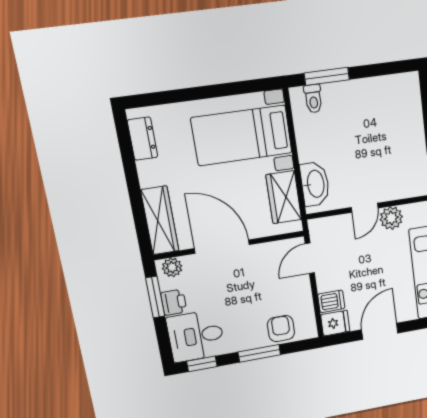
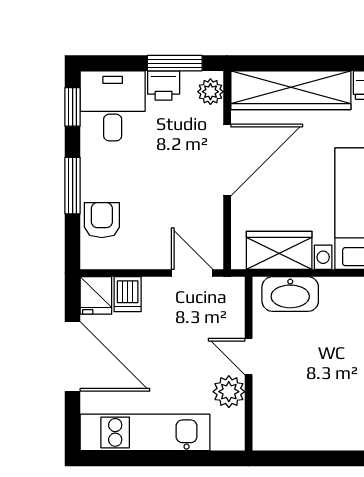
wardrobe: (160, 220) -> (291, 90), width x1.40, depth x1.17
armchair: (281, 329) -> (102, 220), turned -90
door: (380, 331) -> (73, 356), width x1.36

